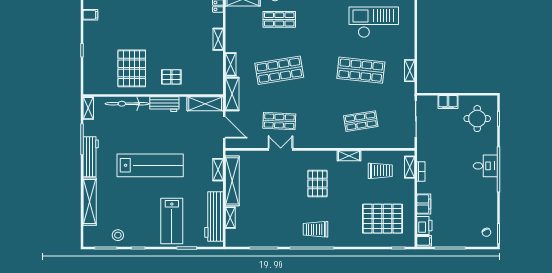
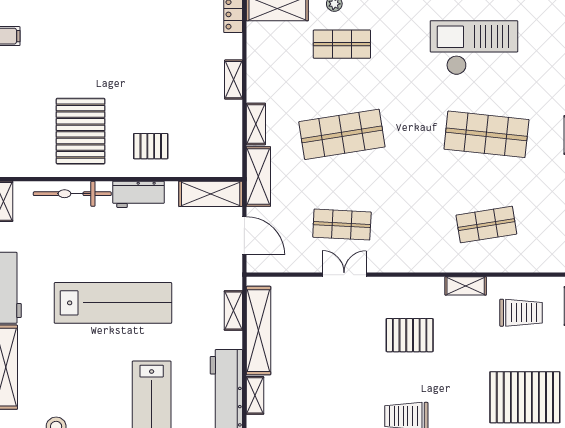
checkout: (374, 22) -> (474, 48), moved
pallet: (317, 184) -> (410, 335), turned 90

